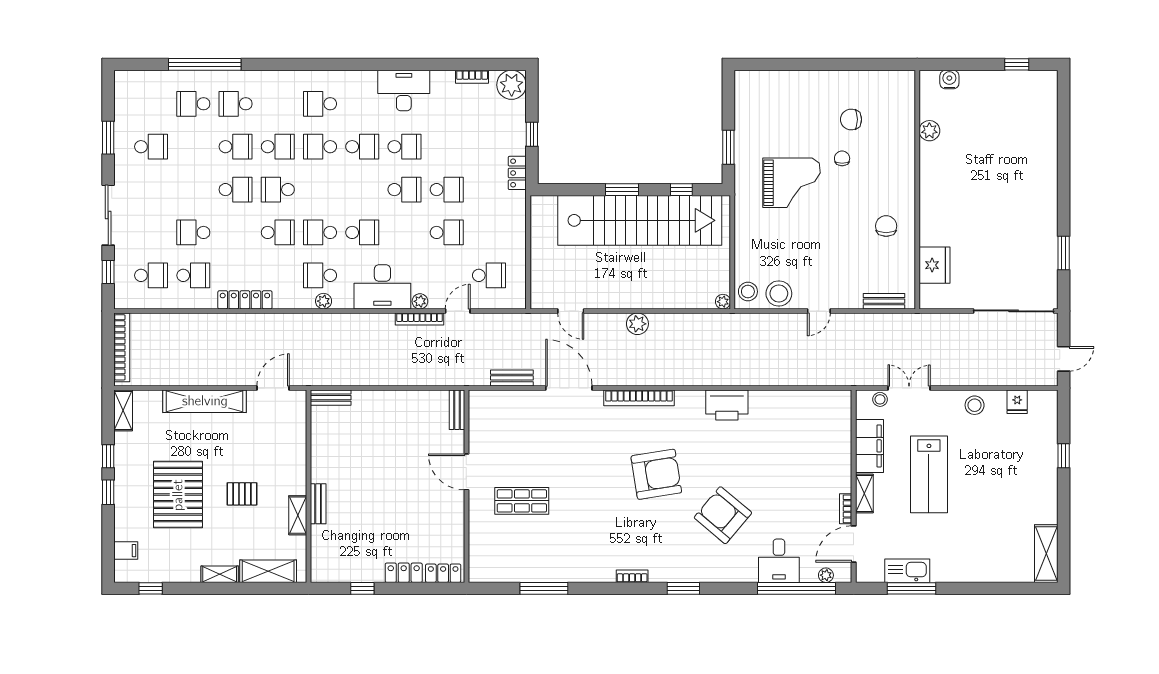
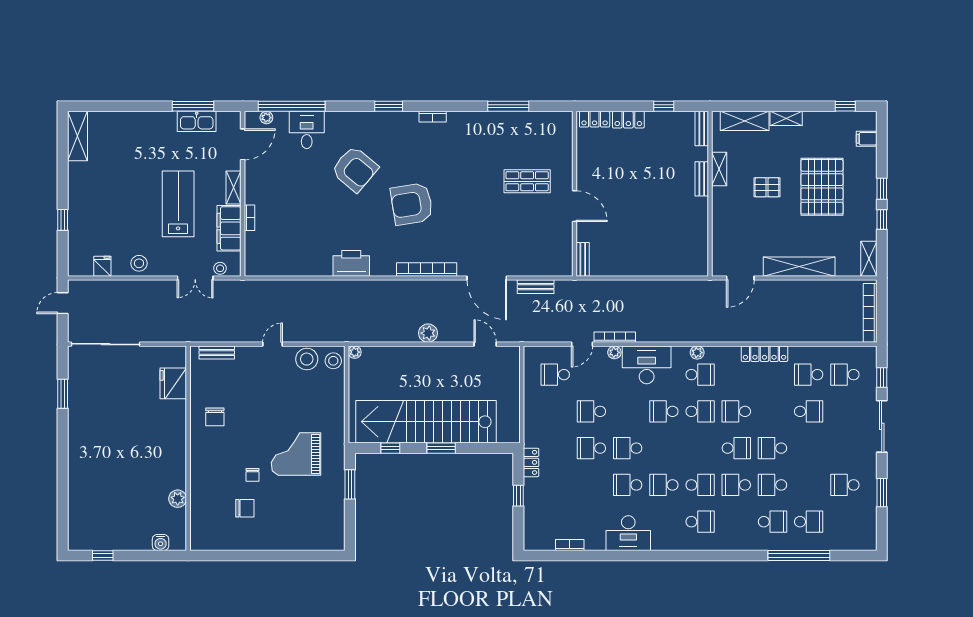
plant: (512, 85) -> (536, 538), removed
bench: (331, 398) -> (702, 129), moved, turned 90
bookcase: (846, 509) -> (249, 218), moved

